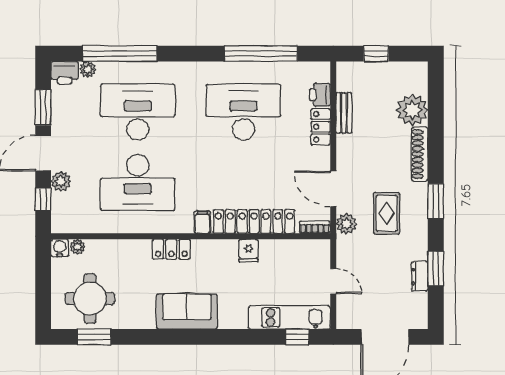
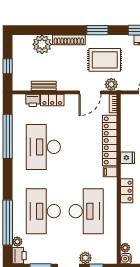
rug: (387, 213) -> (105, 60), width x1.36, depth x1.43
fridge: (249, 251) -> (128, 158), moved

